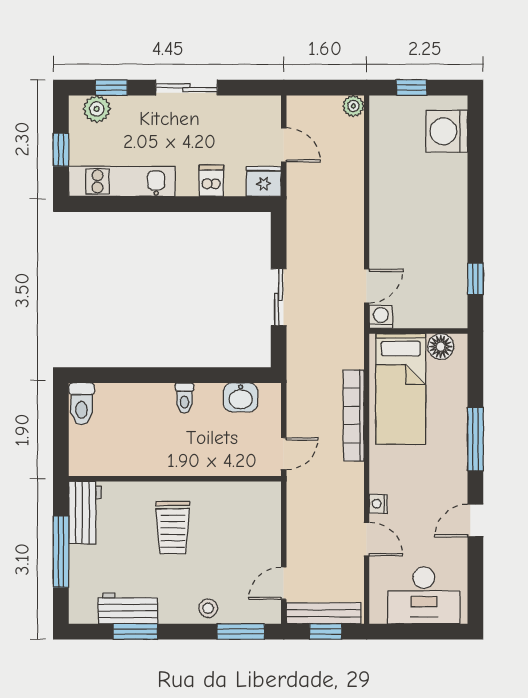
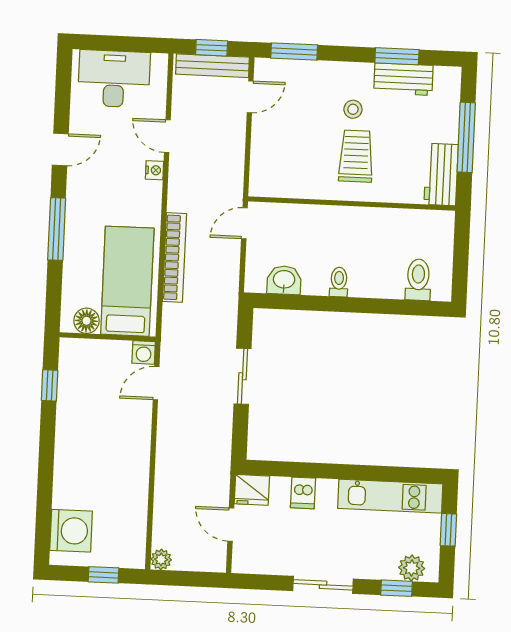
toilet: (82, 404) -> (418, 280), moved
stool: (208, 608) -> (353, 109), moved

